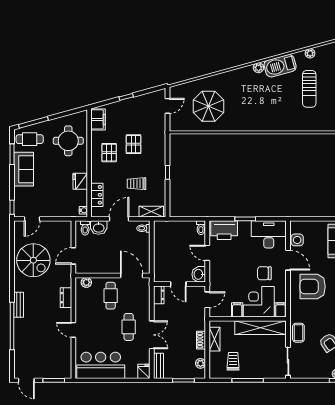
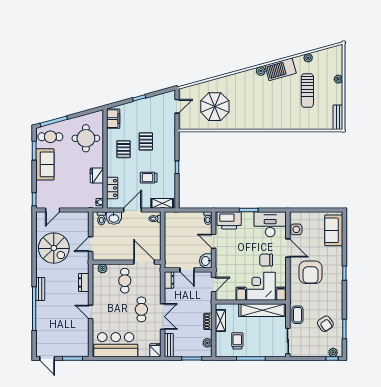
armchair: (313, 287) -> (311, 272), turned -90

